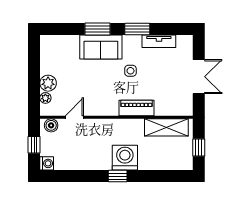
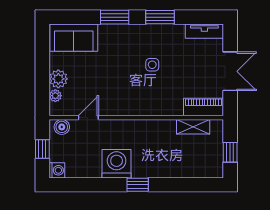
tv unit: (159, 41) -> (204, 31), moved
sofa: (101, 47) -> (74, 38), moved
piano: (137, 108) -> (204, 107), moved
shelving: (166, 127) -> (193, 127), width x0.67, depth x0.75
washing machine: (125, 158) -> (117, 164), moved

